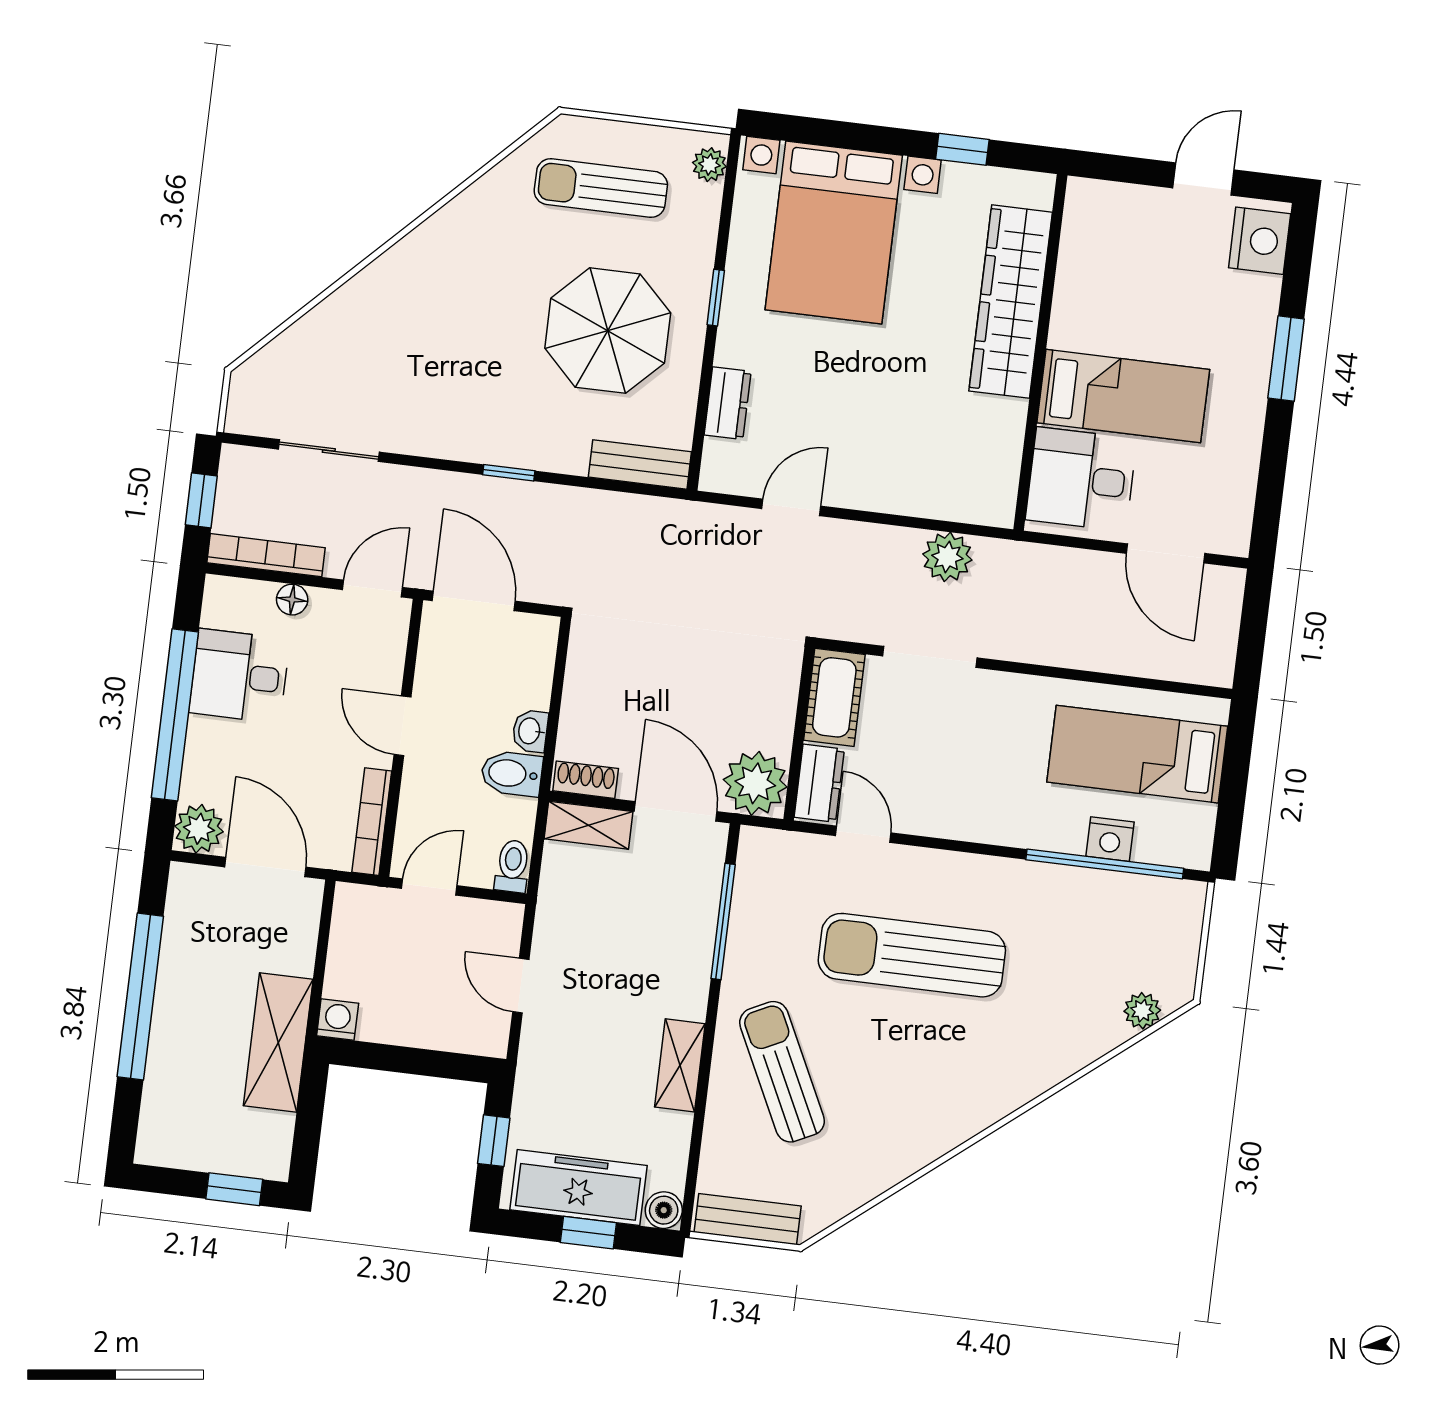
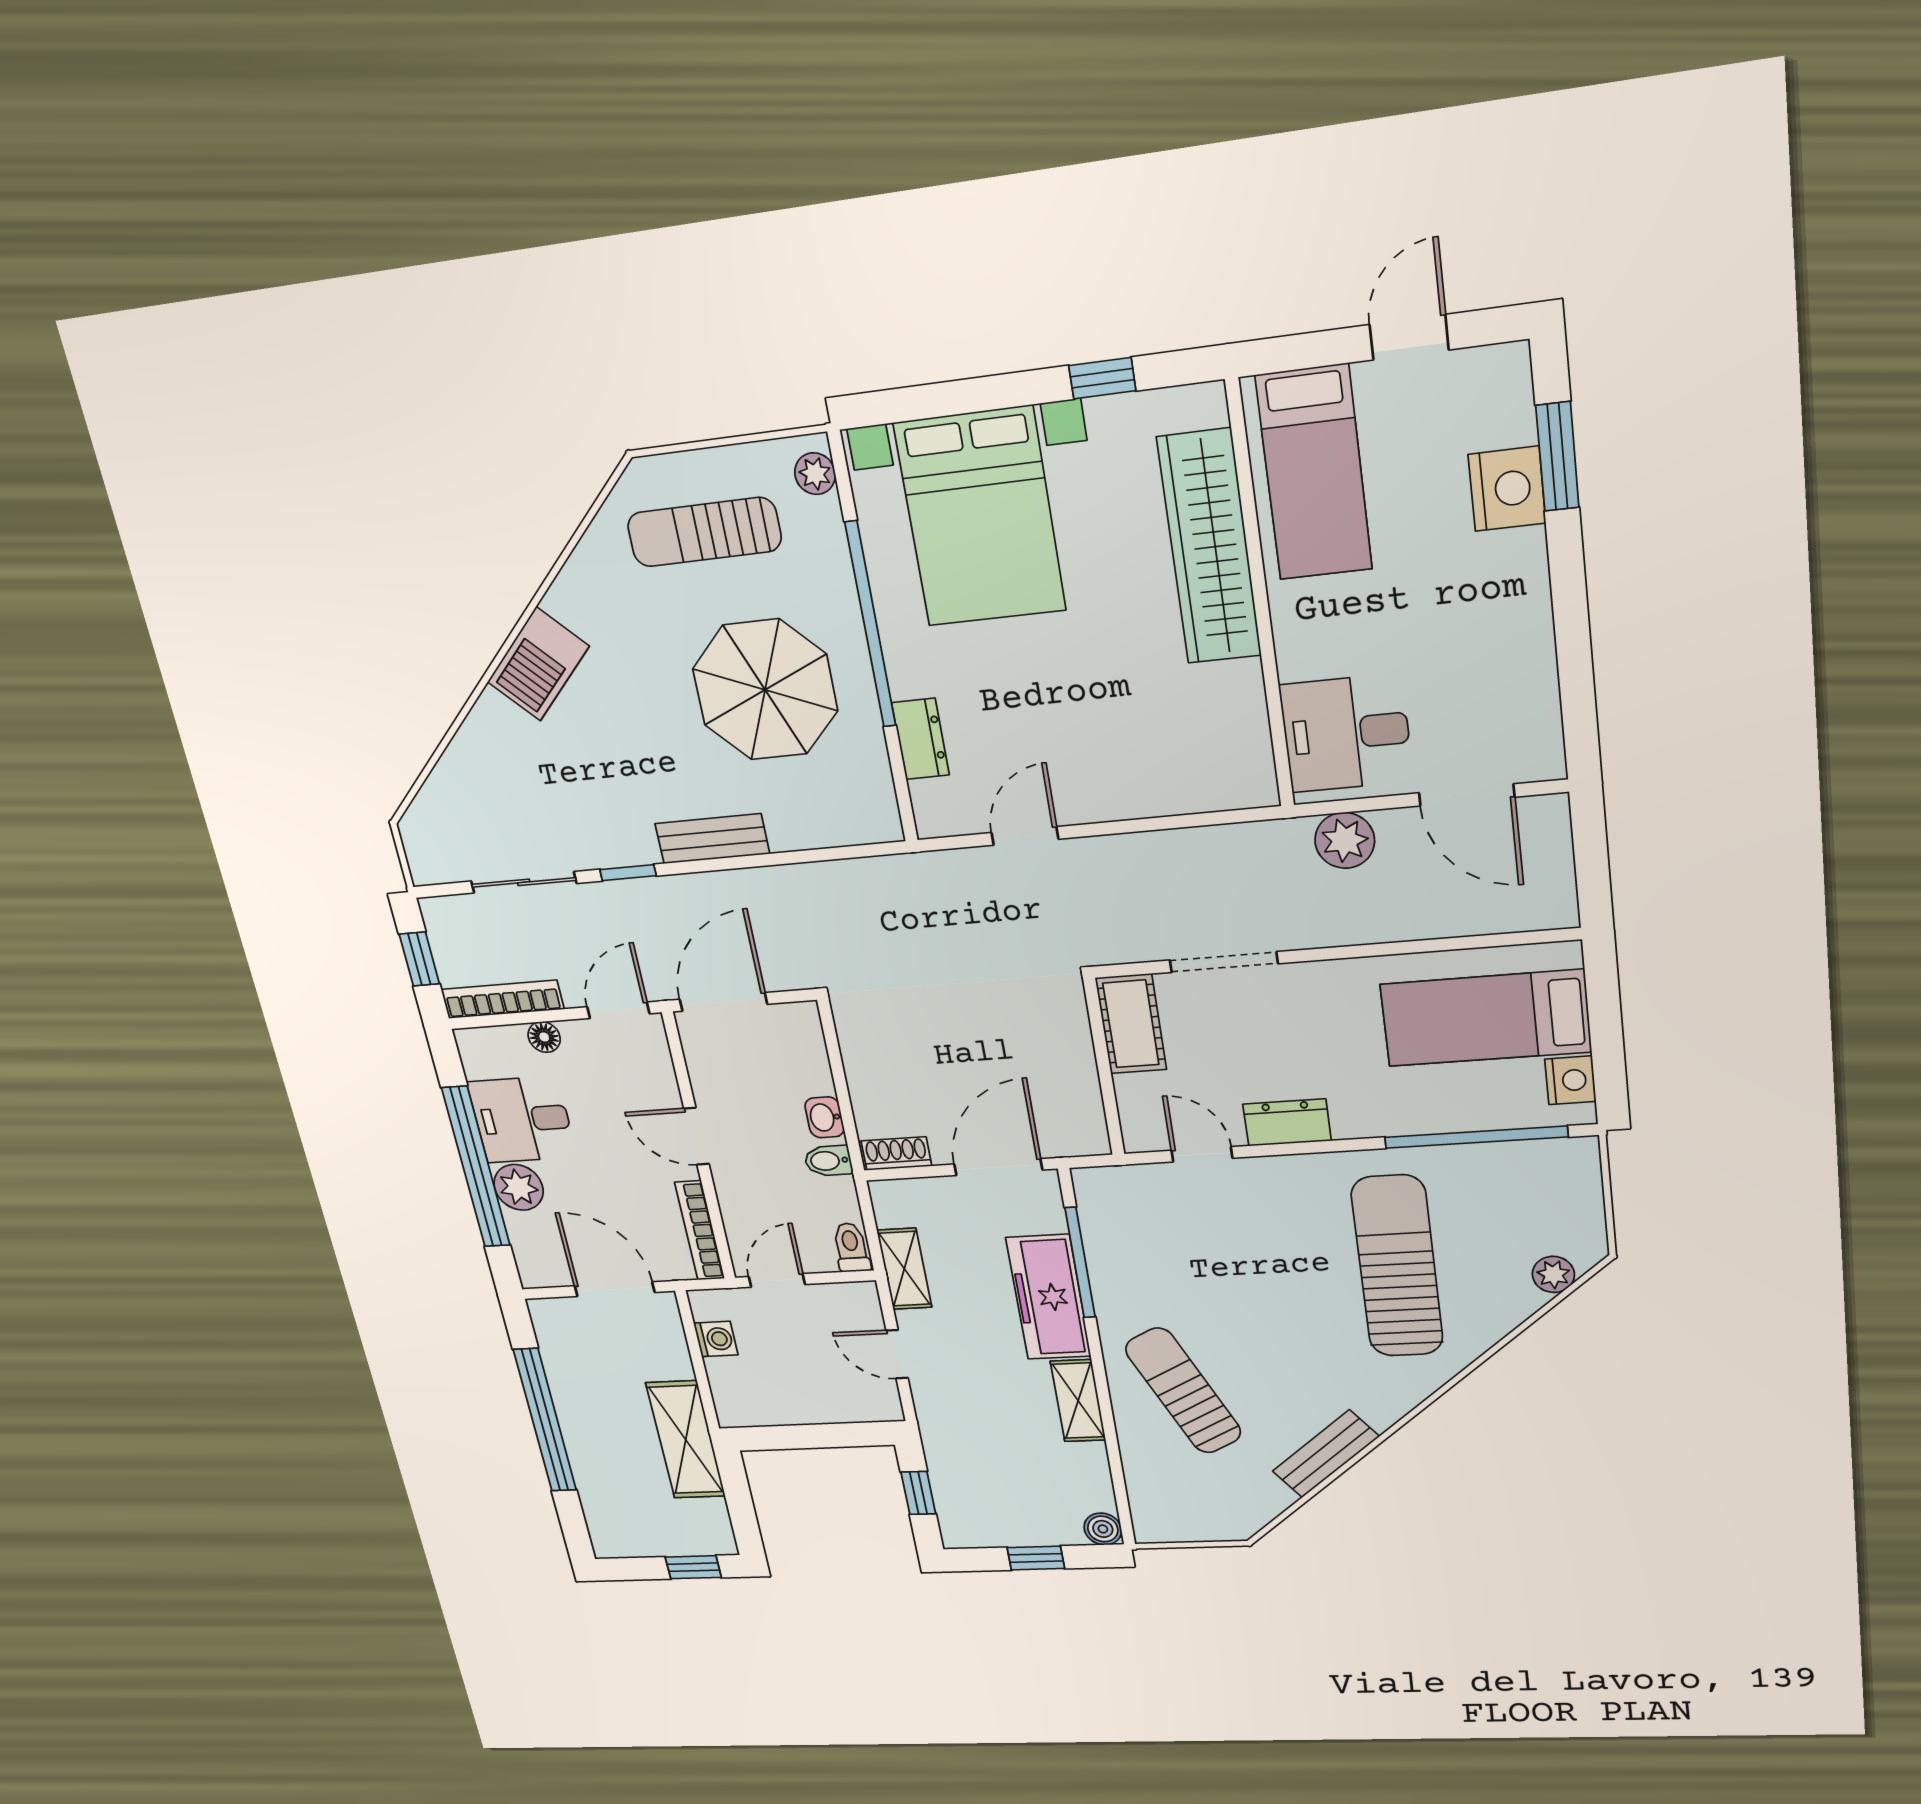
nightstand: (1260, 241) -> (1507, 489), moved
barbecue: (416, 262) -> (538, 664), added
window: (716, 298) -> (870, 625), width x3.17
window: (1286, 359) -> (1557, 457), moved
bed: (1123, 396) -> (1314, 473), moved, turned 90
bench: (640, 464) -> (712, 839), moved
window: (509, 473) -> (628, 873), moved
plant: (947, 557) -> (1345, 840), moved
door: (474, 601) -> (723, 1002), hinge flipped
bidet: (512, 773) -> (828, 1161), width x0.72, depth x0.74
plant: (755, 783) -> (1072, 1125), removed
dresser: (819, 783) -> (1287, 1123), moved, turned -90
door: (676, 811) -> (998, 1167), hinge flipped
shelving: (589, 825) -> (904, 1269), moved, turned 90
plant: (199, 829) -> (519, 1187), moved
nightstand: (1110, 839) -> (1570, 1080), moved, turned -90
sun lounger: (912, 955) -> (1397, 1266), moved, turned 90
washing machine: (338, 1019) -> (716, 1339), moved, turned 90
freezer: (578, 1188) -> (1049, 1297), moved, turned -90
bench: (748, 1219) -> (1326, 1454), moved, turned -39

